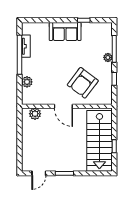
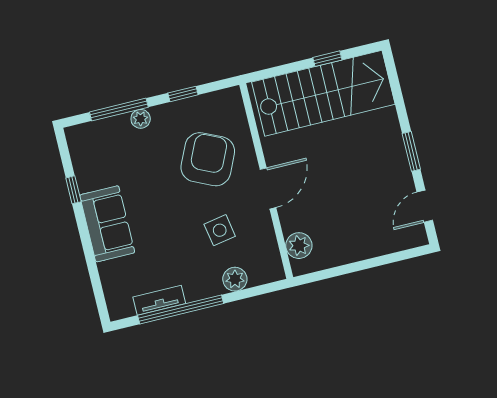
side table: (50, 80) -> (220, 230), added
armchair: (83, 83) -> (208, 159), turned -102
door: (39, 173) -> (425, 206), swing flipped

